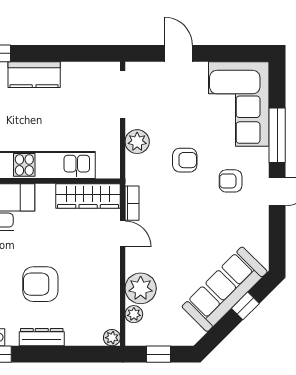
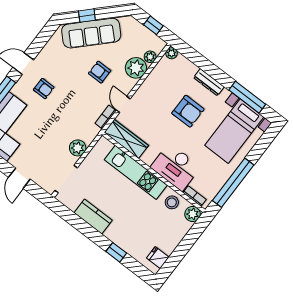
kitchen counter: (34, 75) -> (93, 217), moved
armchair: (185, 160) -> (100, 72), moved

